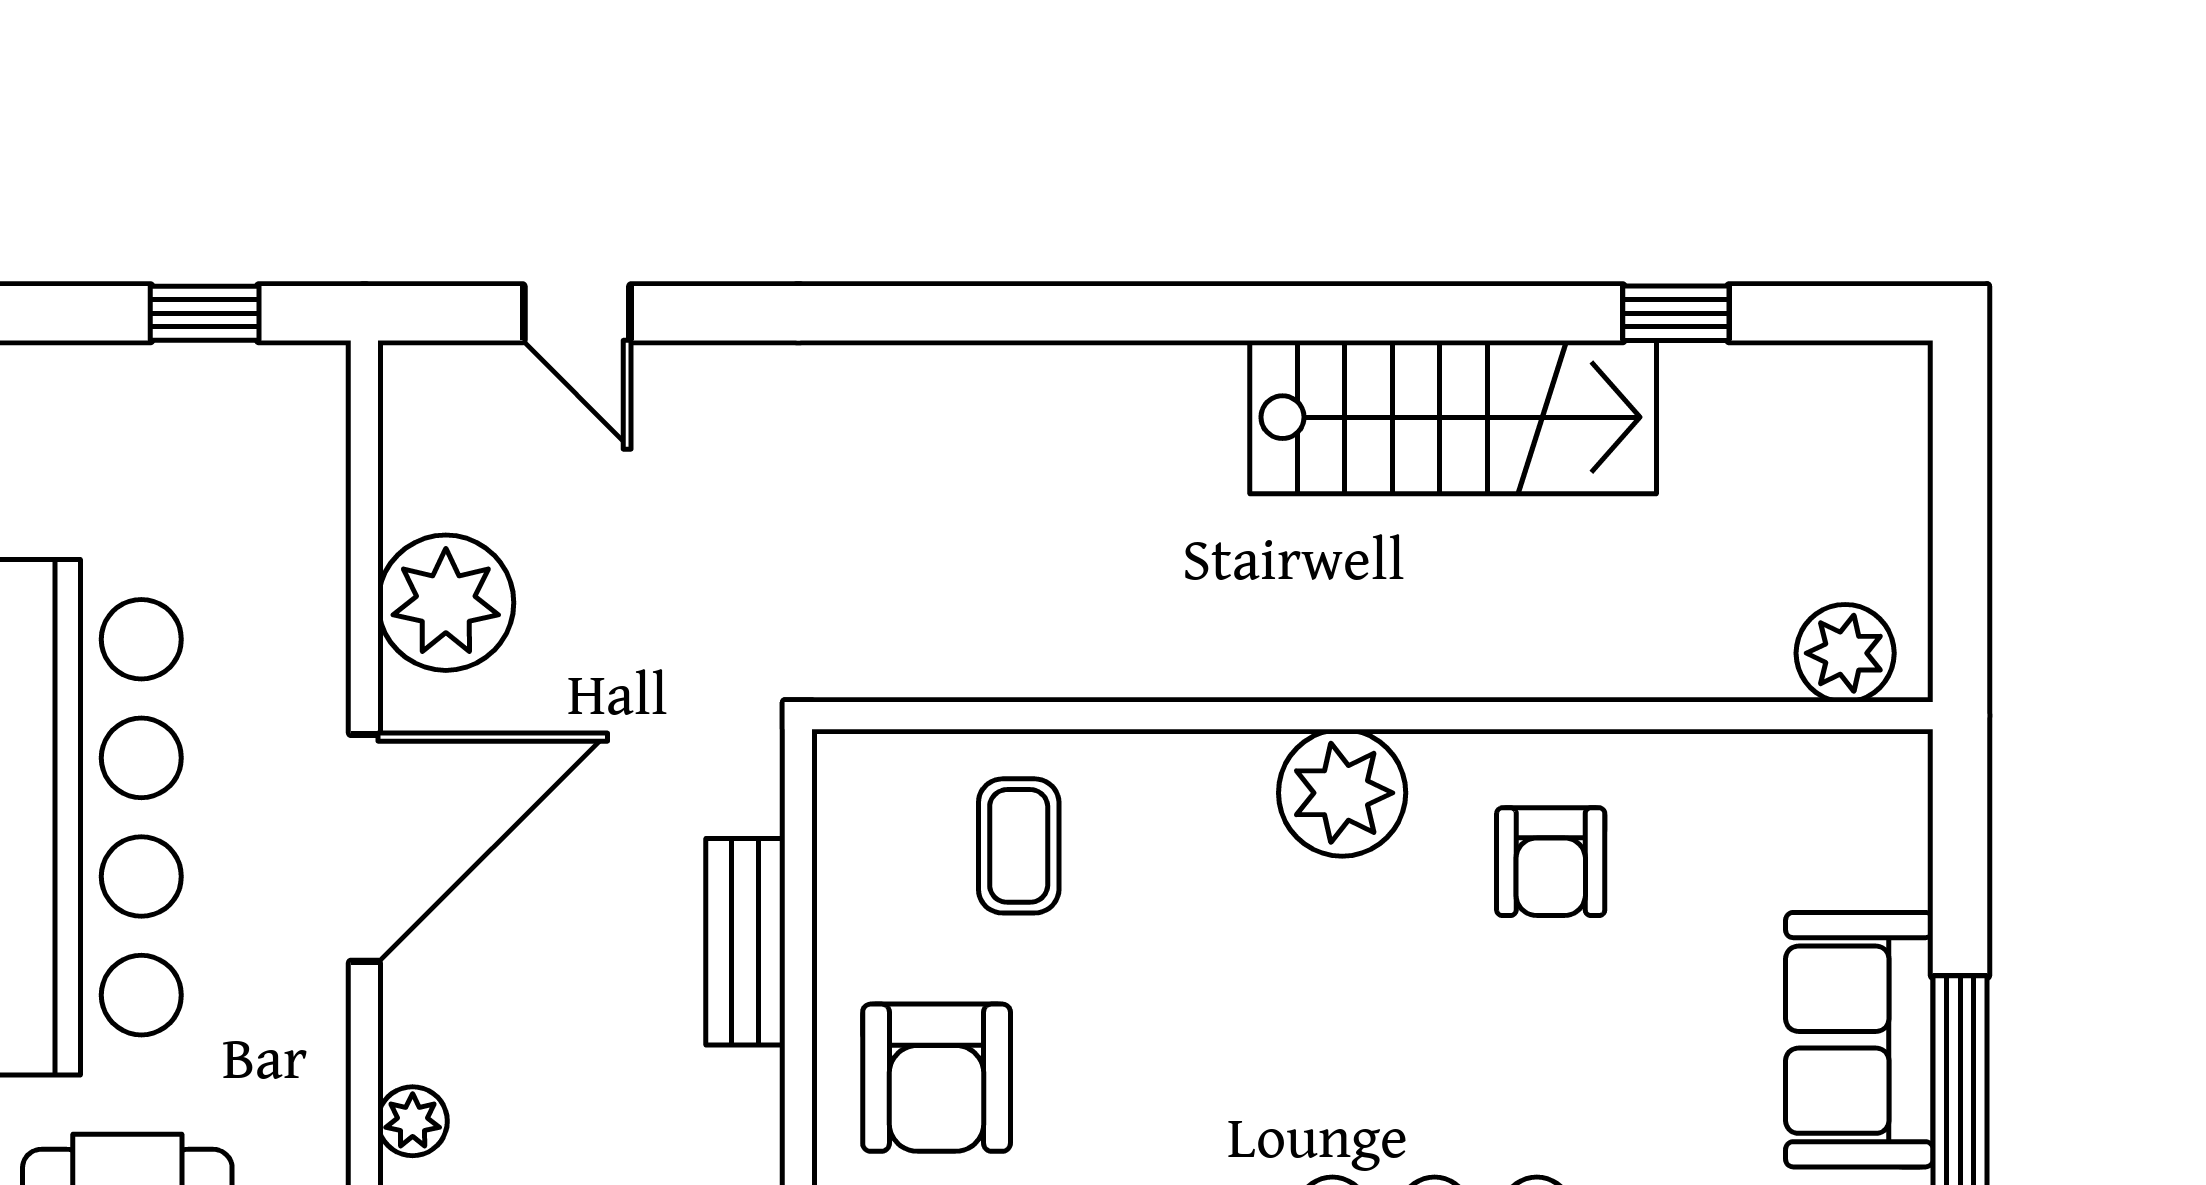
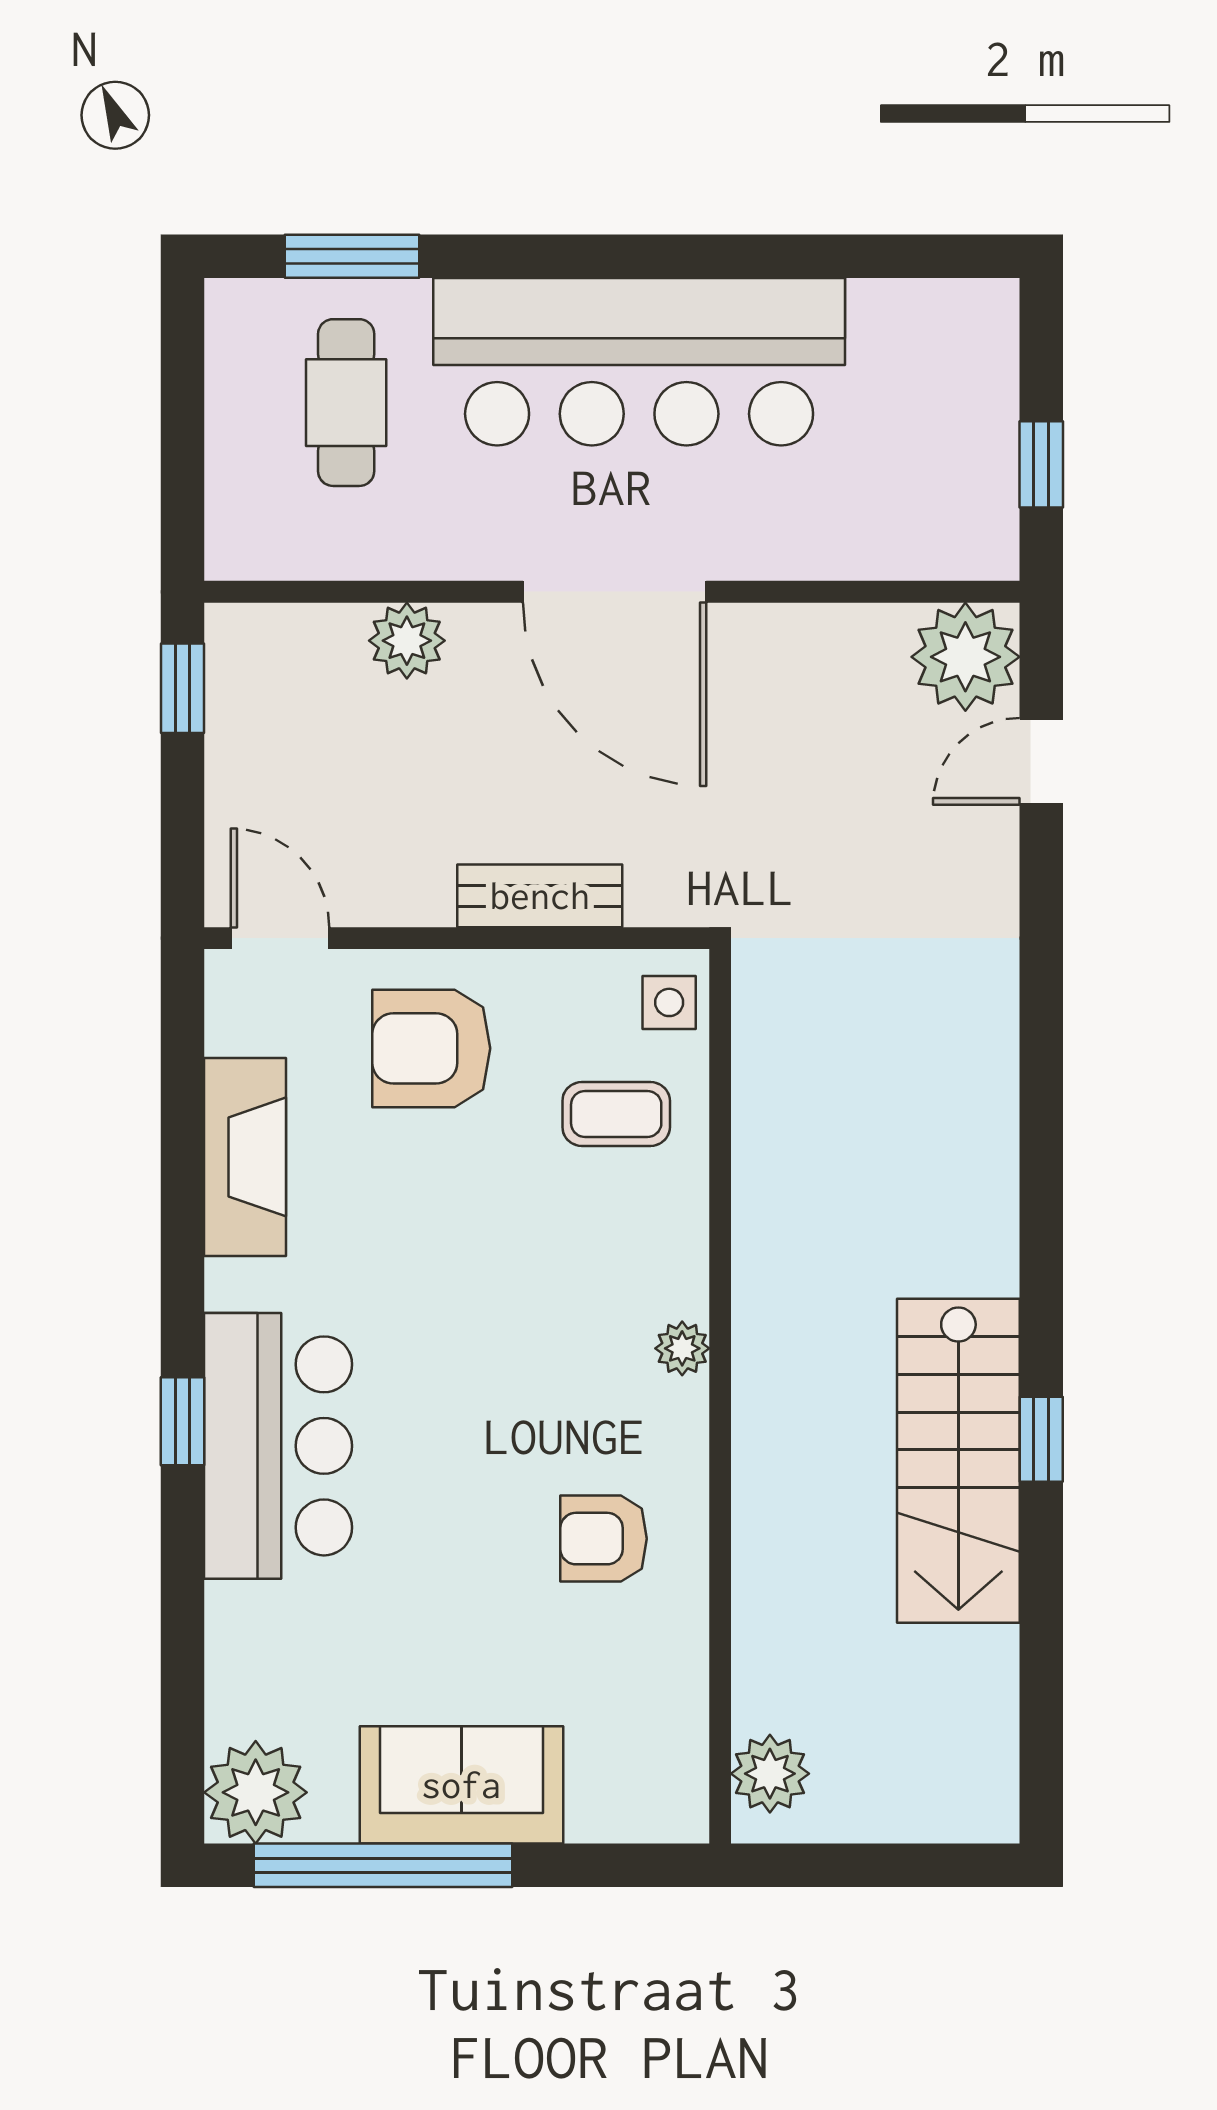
window: (1676, 313) -> (1041, 1439), moved
plant: (446, 603) -> (965, 657), moved
side table: (879, 780) -> (669, 1002), added
plant: (1342, 793) -> (682, 1348), width x0.53, depth x0.53
plant: (413, 1121) -> (407, 641), width x1.38, depth x1.38

